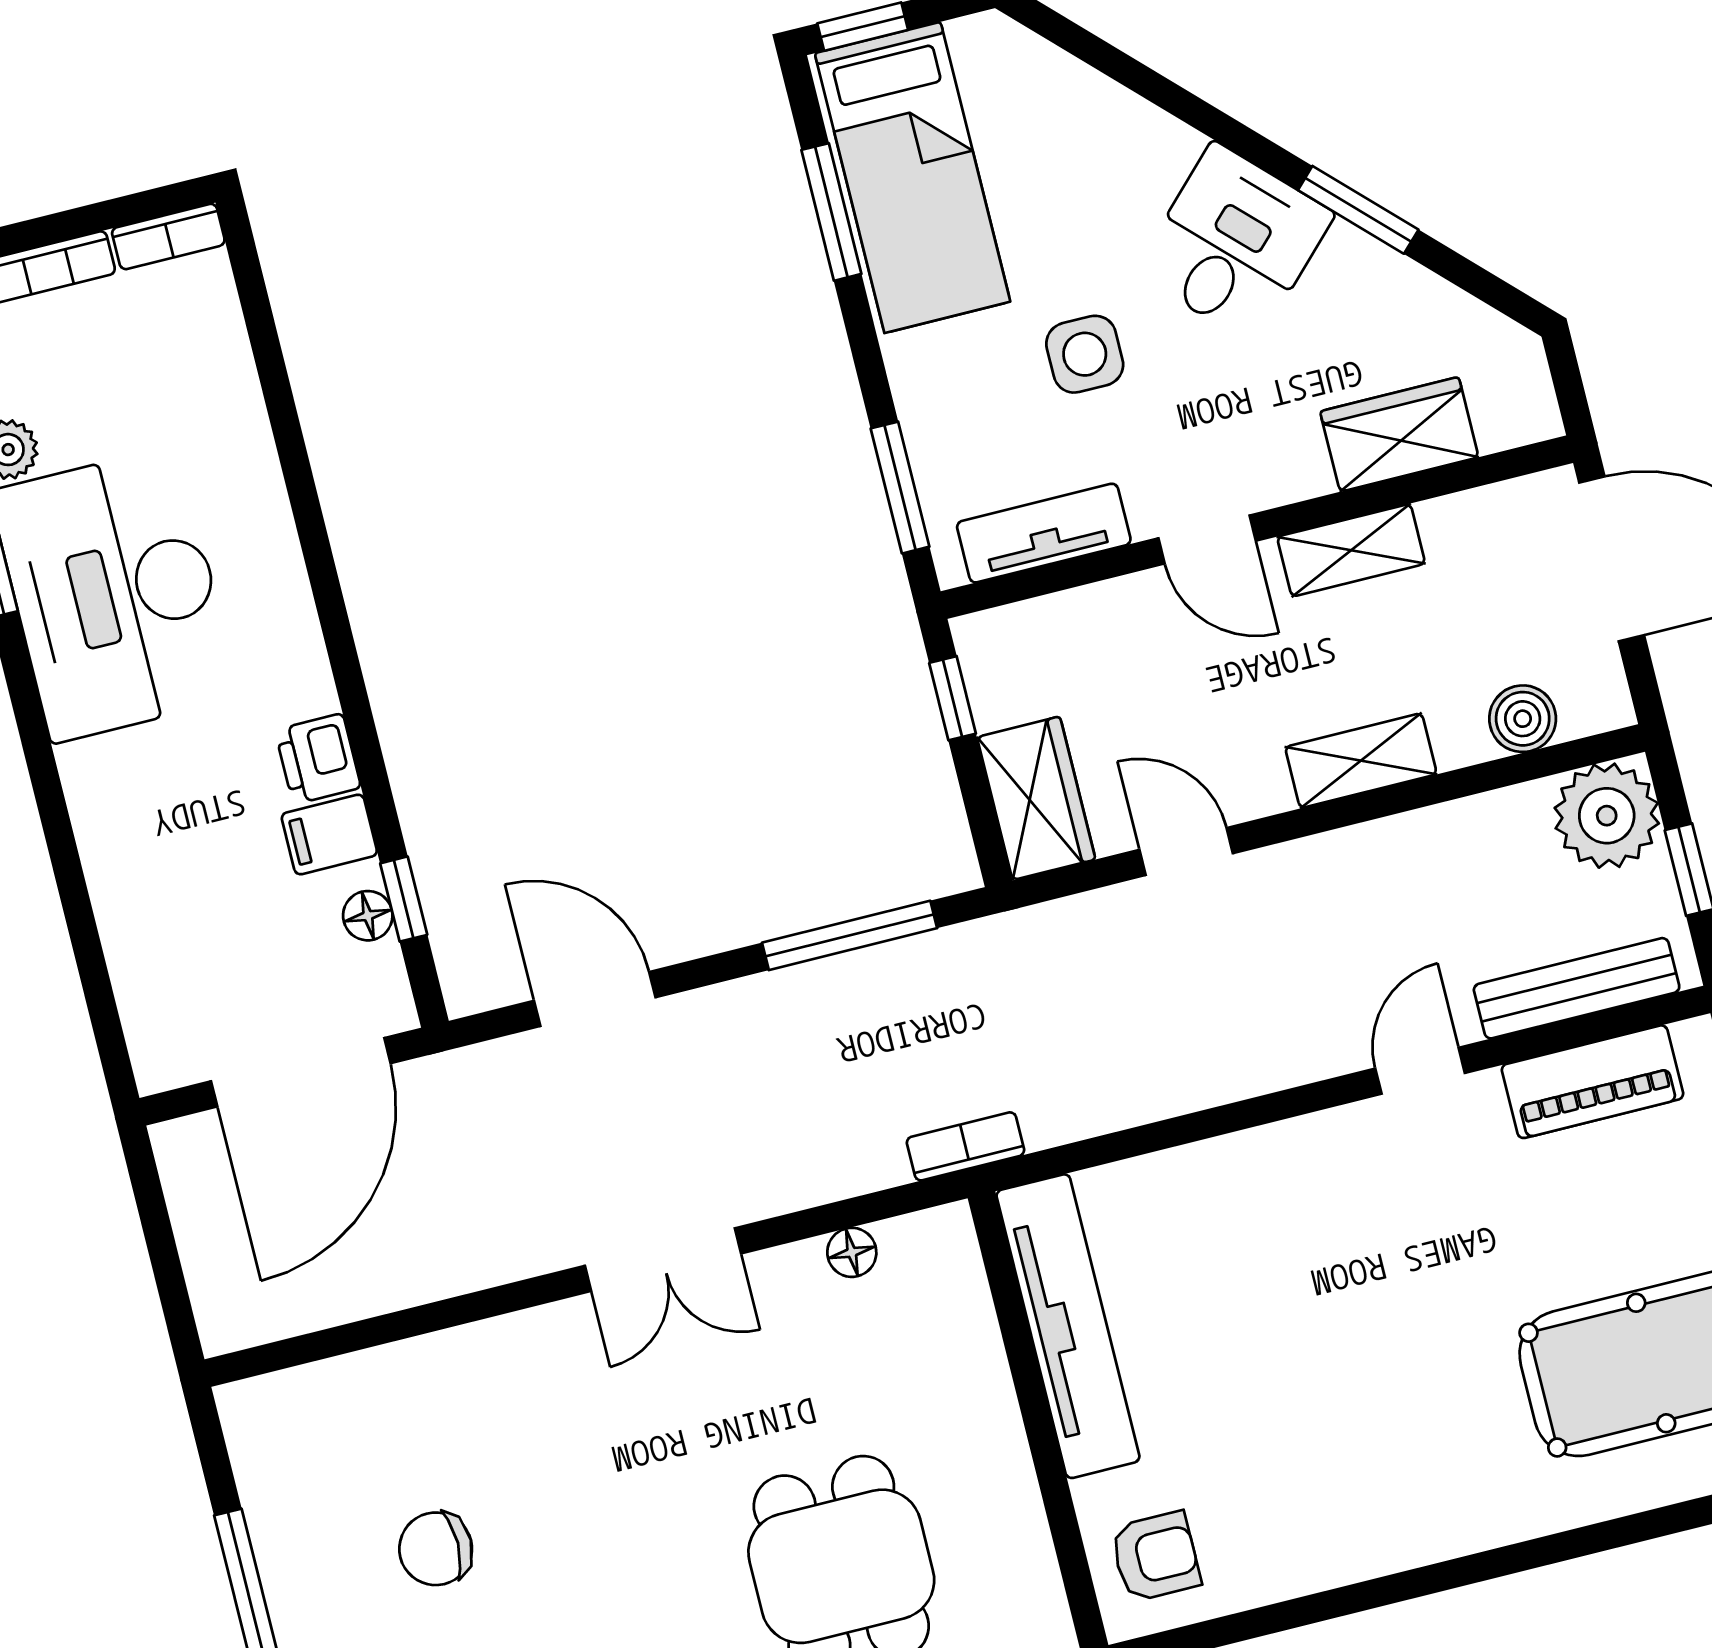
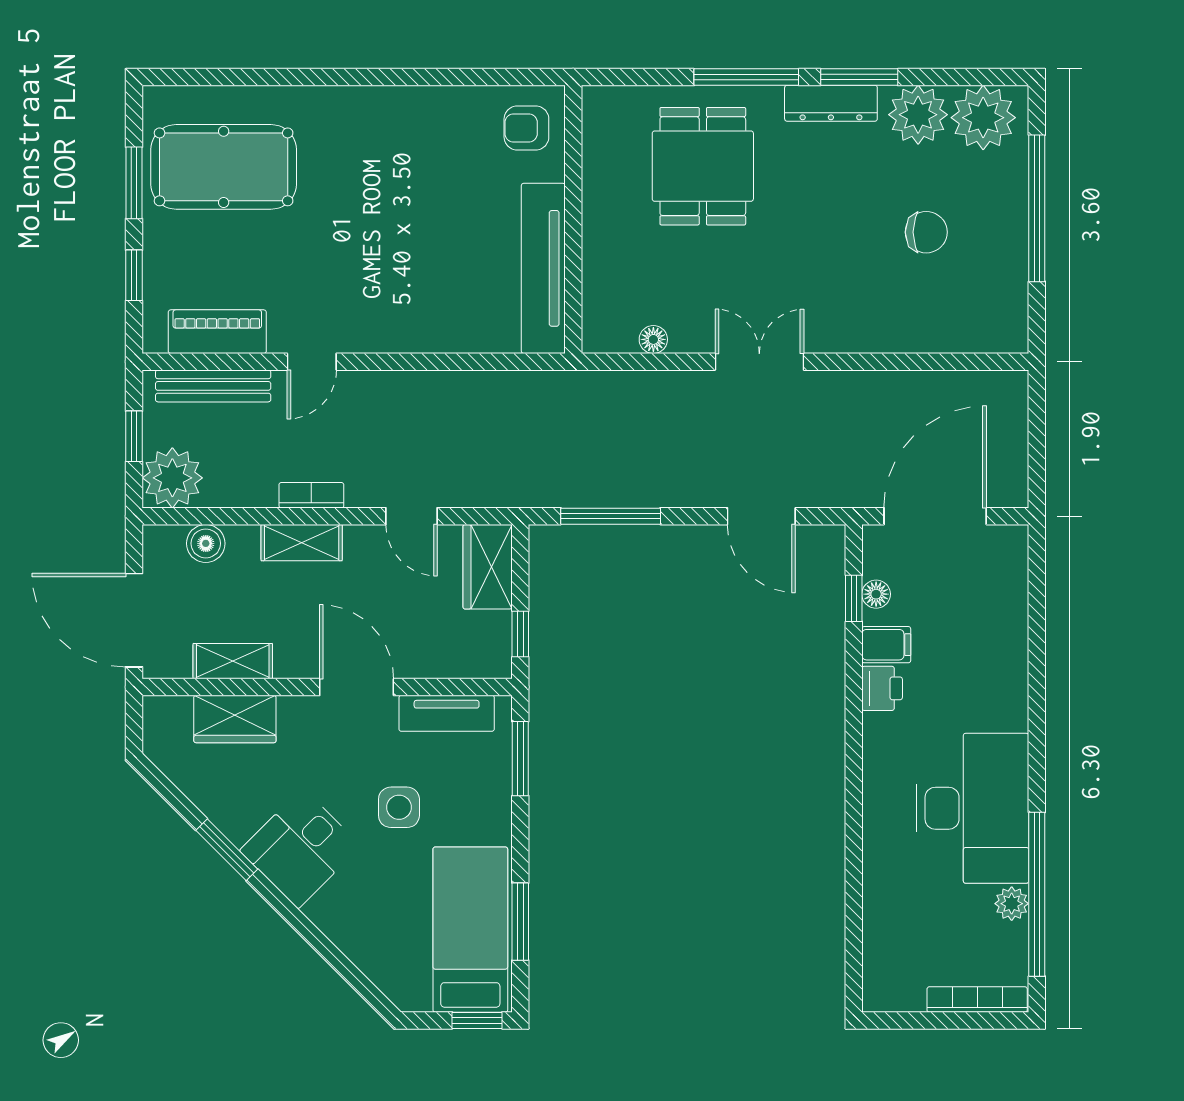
bookcase: (168, 237) -> (893, 1000), removed
door: (1207, 540) -> (357, 687), width x1.38
shelving: (1351, 550) -> (233, 661), moved
bookcase: (965, 1146) -> (311, 495), moved, turned 180

